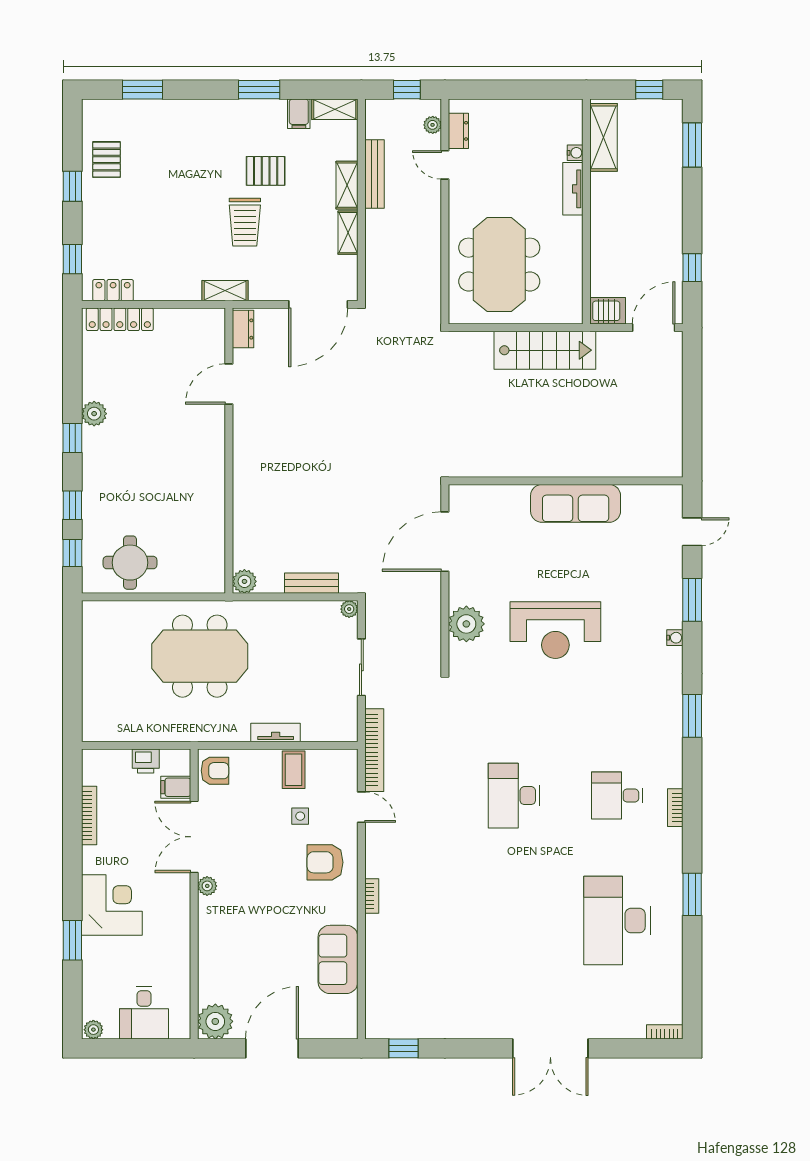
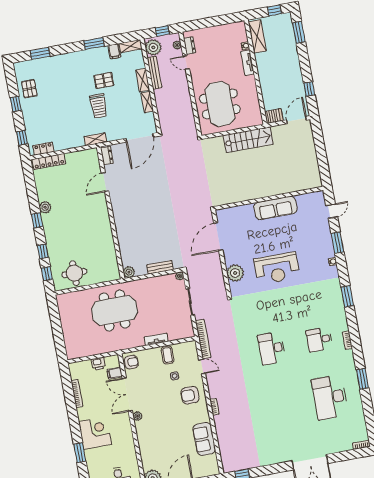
plant: (382, 121) -> (153, 47), added

